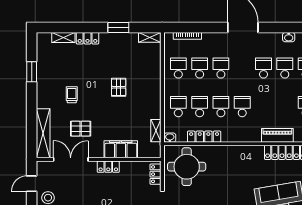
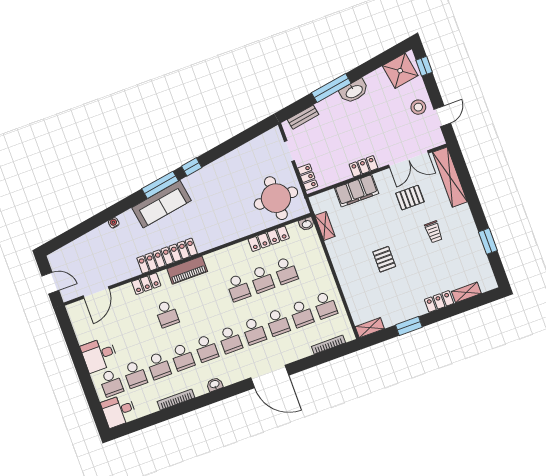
school desk: (178, 107) -> (254, 331), moved

